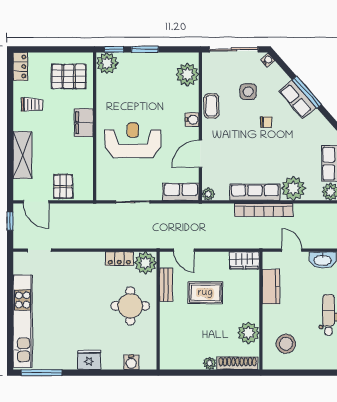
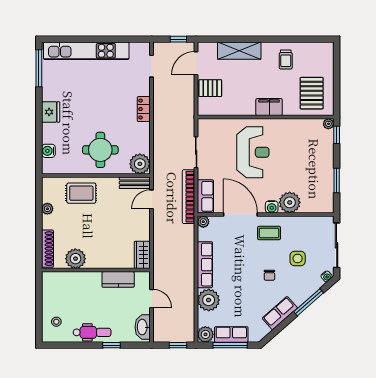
window: (145, 49) -> (337, 181), moved
plant: (107, 63) -> (328, 124), width x0.53, depth x0.53
locker: (20, 66) -> (321, 49), removed
plant: (187, 74) -> (290, 202), moved
window: (307, 92) -> (309, 302), moved
row of seats: (297, 99) -> (280, 313), moved
coffee table: (211, 106) -> (269, 233), moved
door: (200, 154) -> (240, 214), width x1.36
bookcase: (263, 210) -> (189, 197), moved
door: (292, 250) -> (152, 299), hinge flipped
locker: (119, 259) -> (144, 109), moved
bench: (166, 285) -> (135, 183), moved
rug: (205, 293) -> (81, 193), moved, turned 90
stool: (286, 344) -> (56, 322), moved, width x0.53, depth x0.53
plant: (210, 363) -> (47, 209), moved

